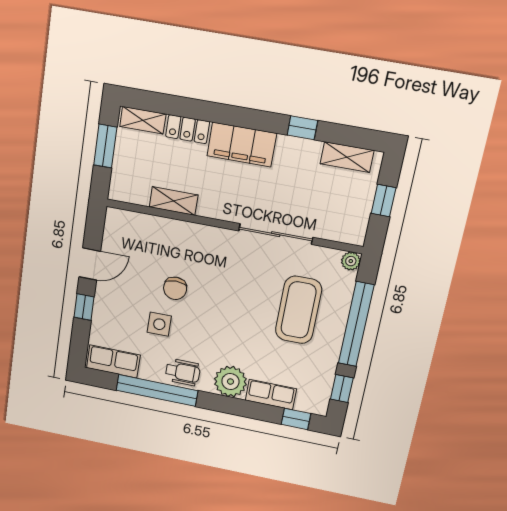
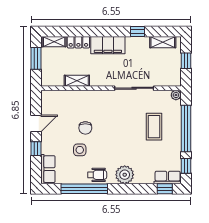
coffee table: (299, 310) -> (154, 127), width x0.73, depth x0.76
row of seats: (113, 361) -> (48, 169), moved, turned 90
row of seats: (271, 394) -> (168, 177), moved

